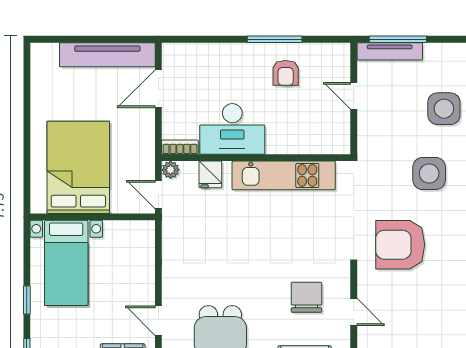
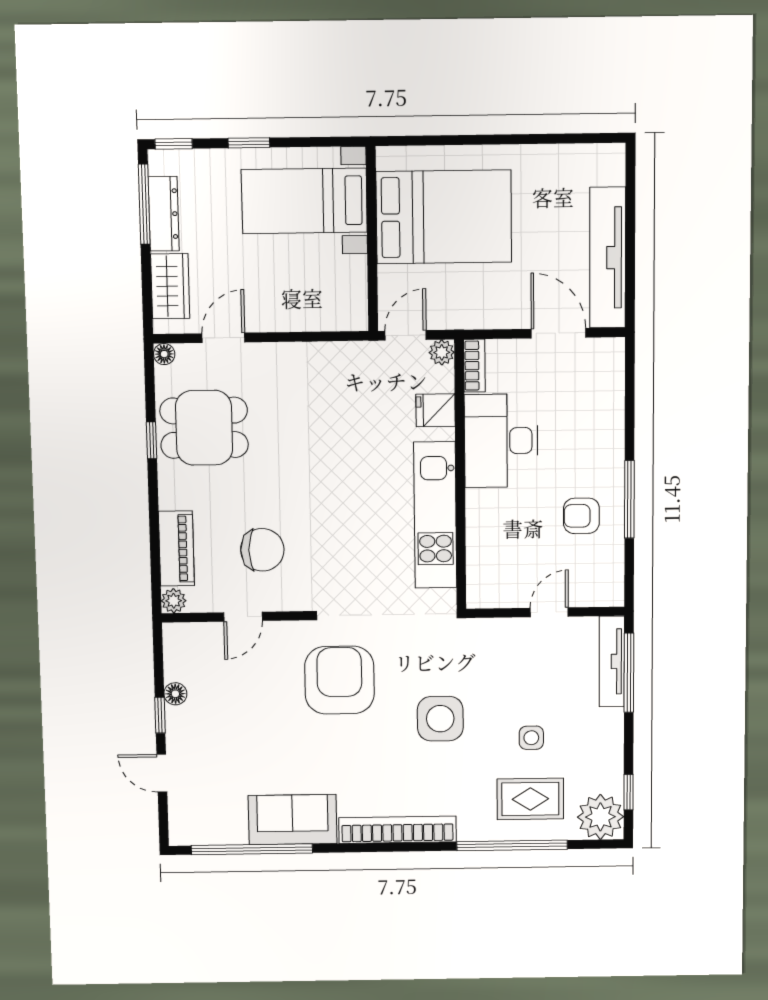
side table: (444, 109) -> (531, 738), width x0.54, depth x0.54

